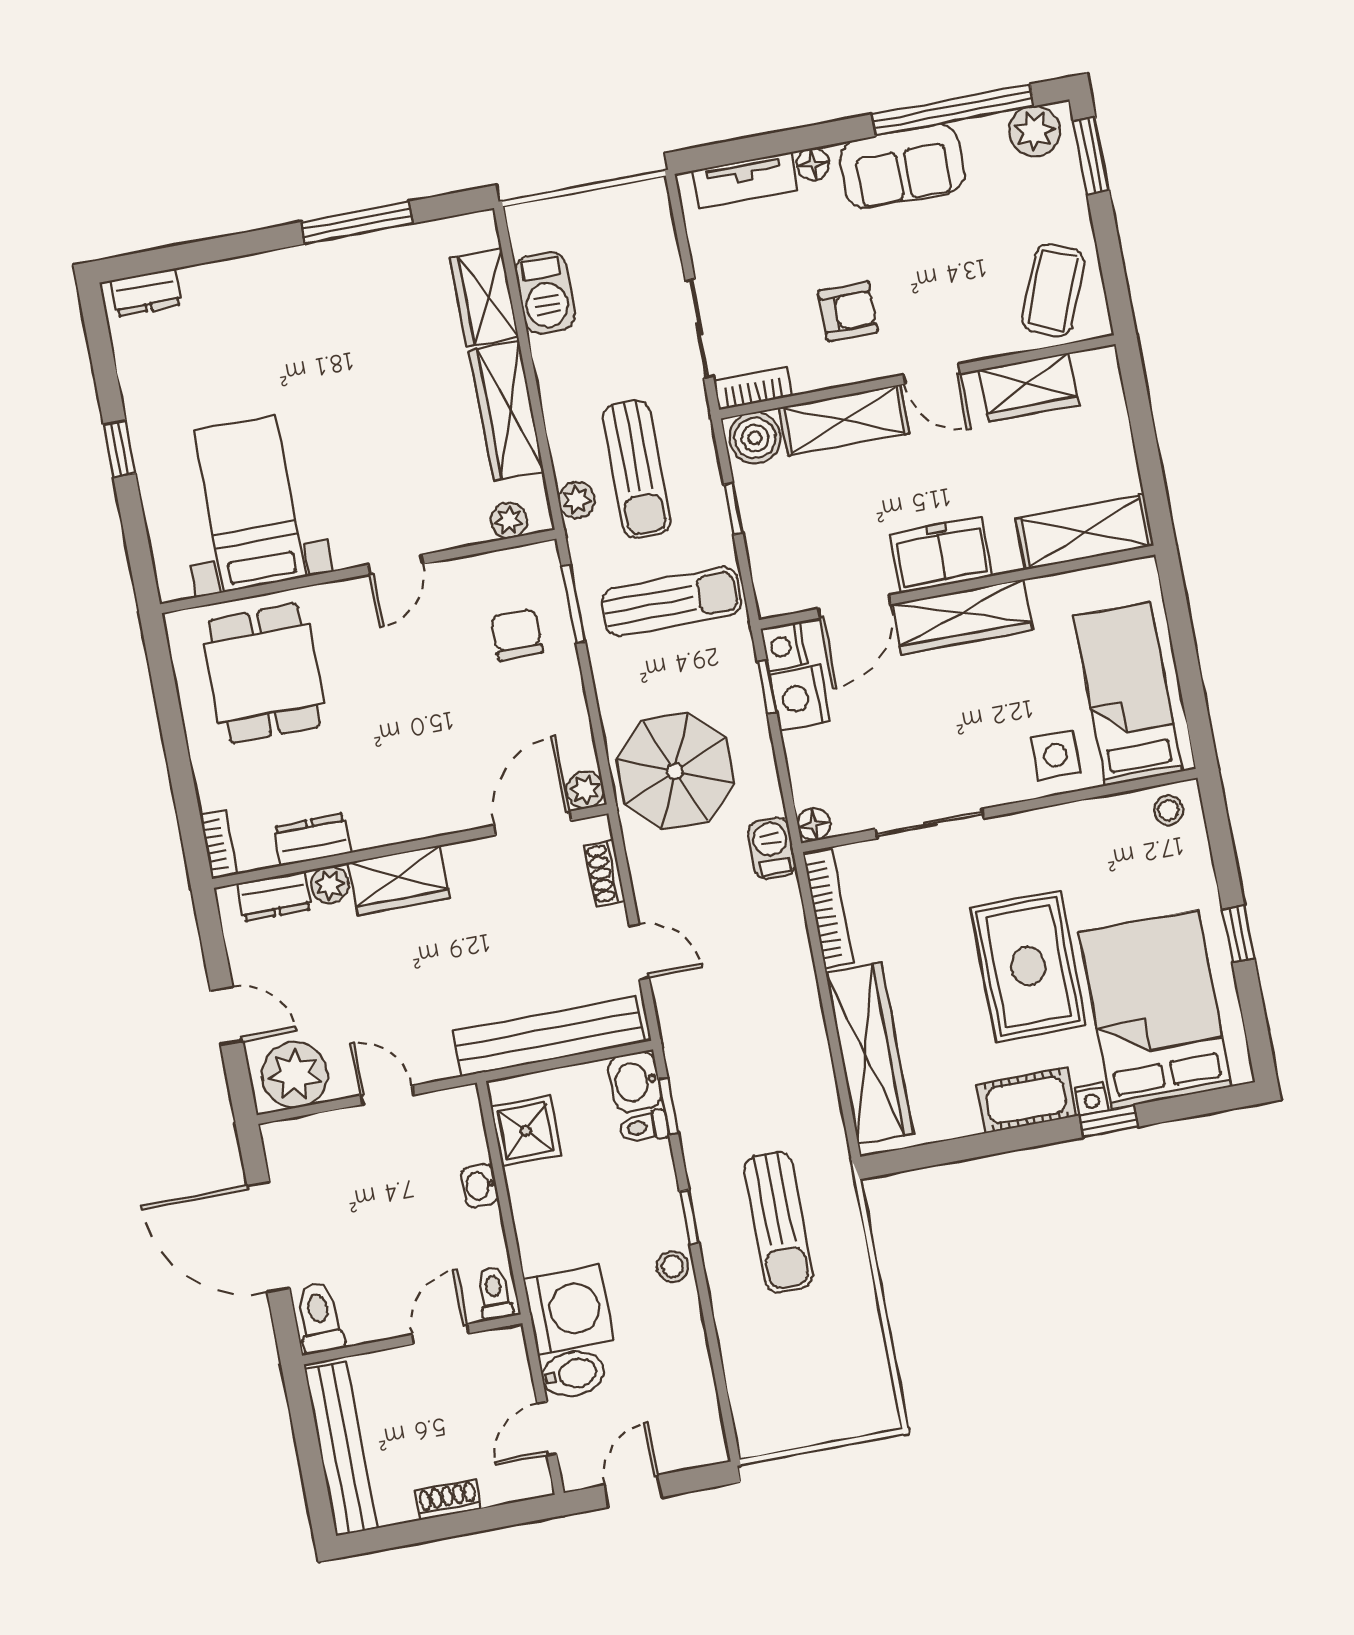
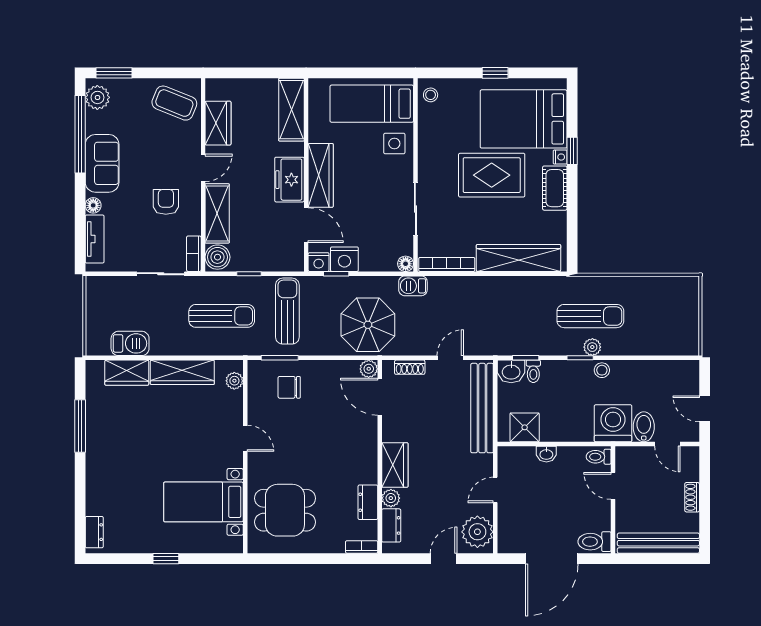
plant: (577, 500) -> (592, 347), moved

